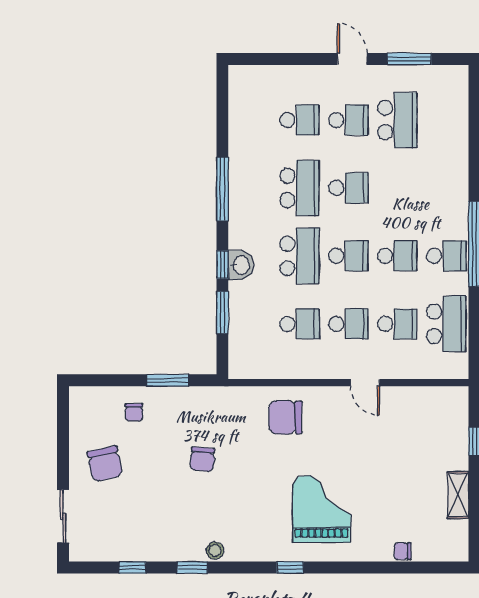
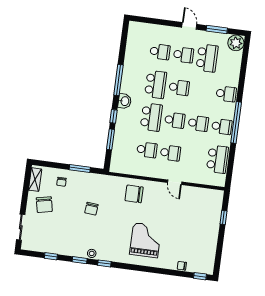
plant: (452, 81) -> (236, 43), added
washbasin: (241, 265) -> (125, 101), moved
school desk: (397, 324) -> (226, 94), moved
shelving: (458, 495) -> (35, 180), moved
window: (290, 567) -> (104, 263), moved
window: (443, 567) -> (200, 276), added

